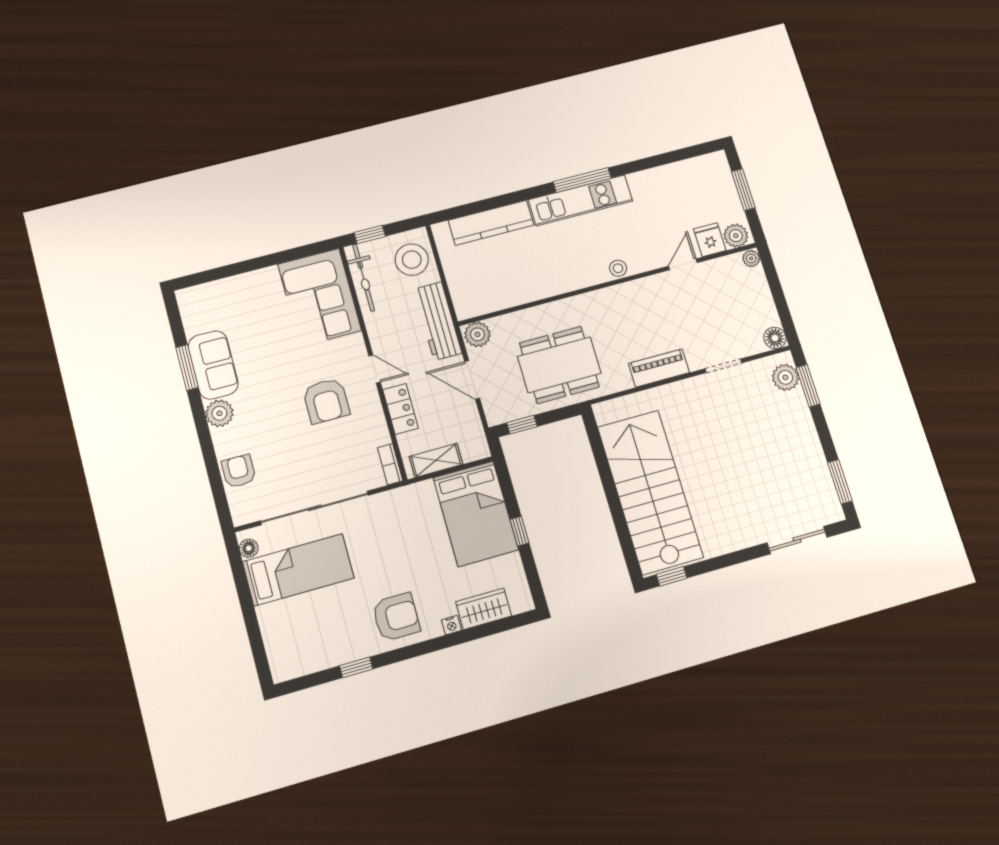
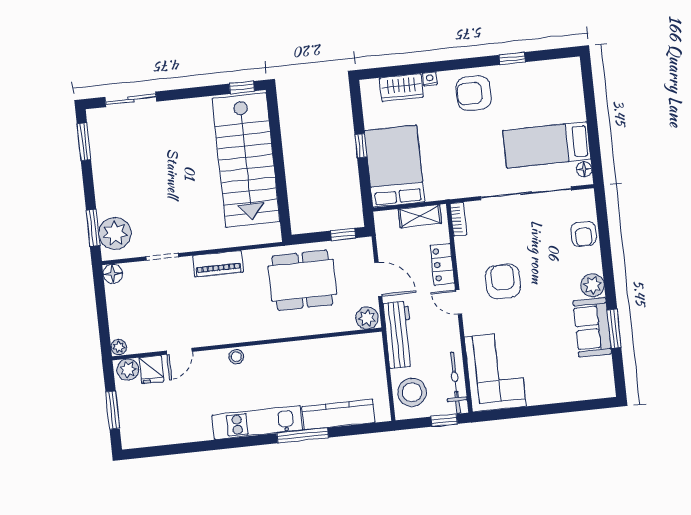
window: (582, 180) -> (303, 435), moved
plant: (785, 377) -> (115, 233), width x1.36, depth x1.36

